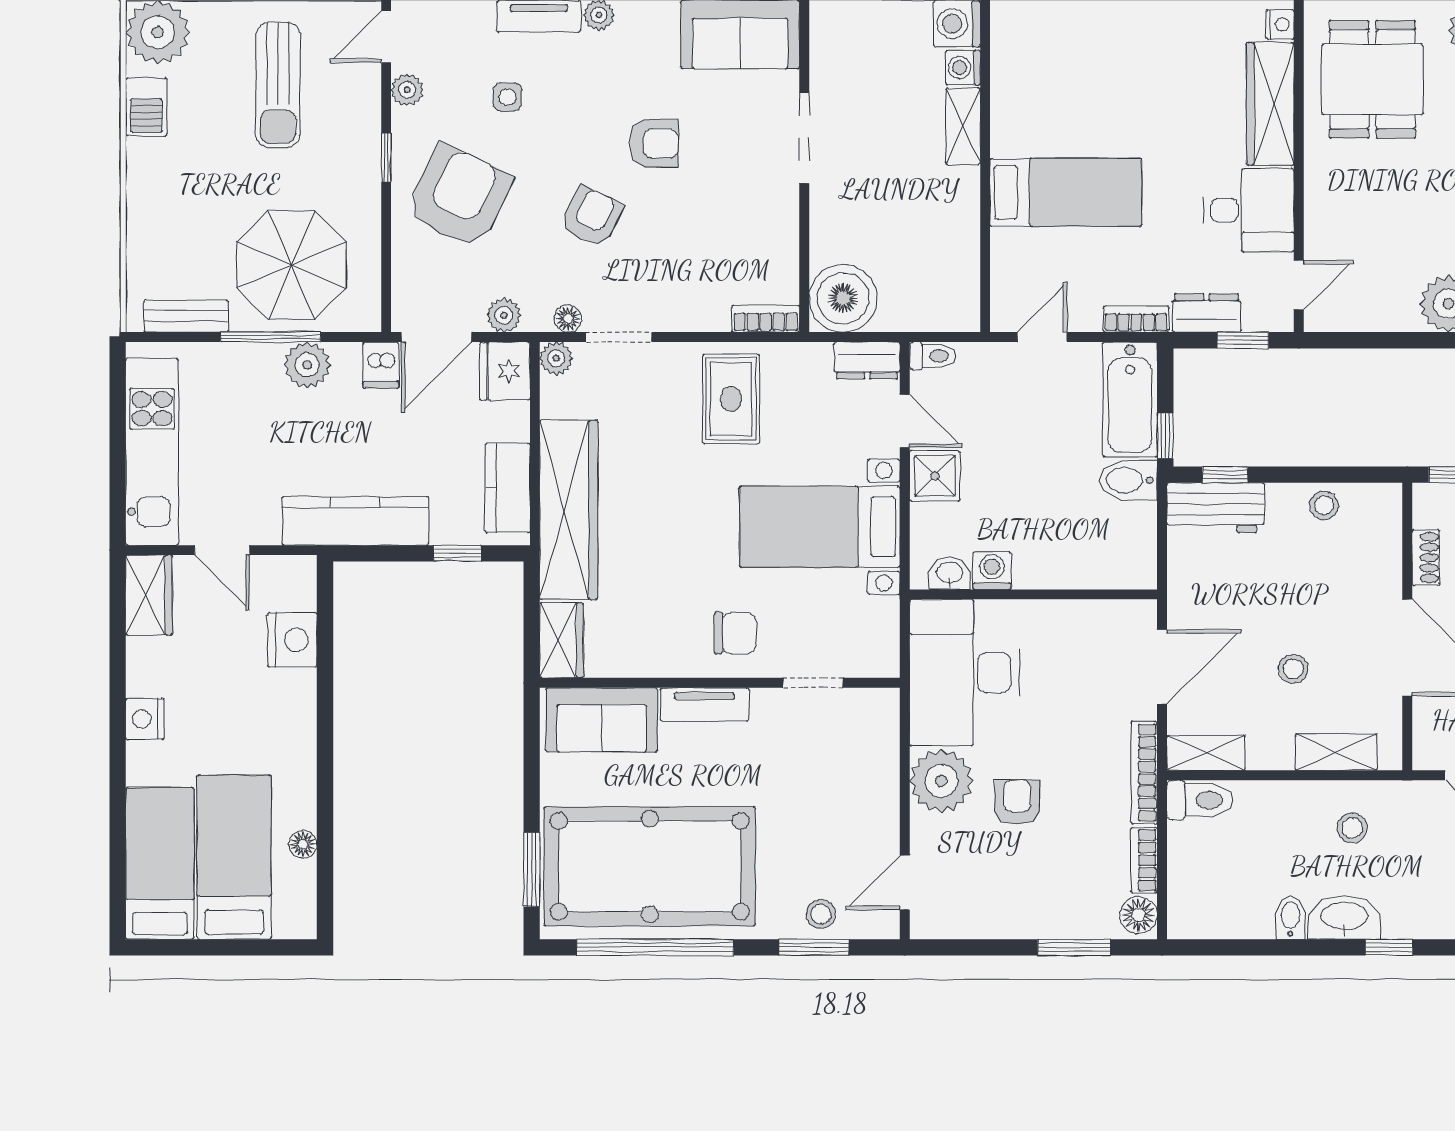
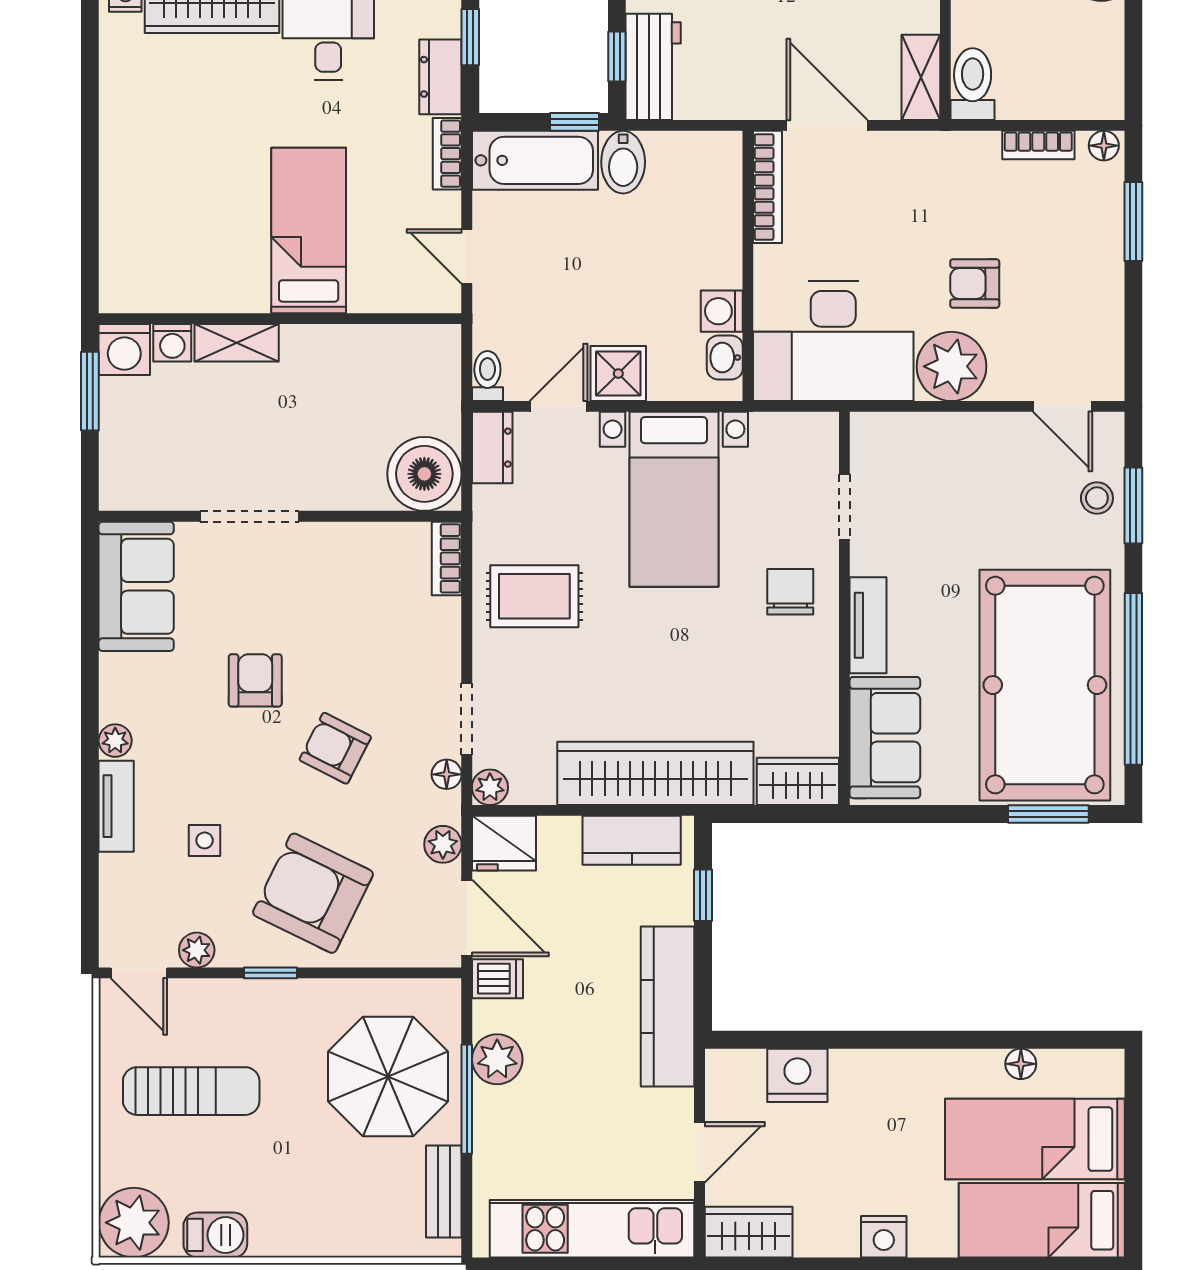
bookcase: (1144, 773) -> (767, 187), moved, turned -90
floor lamp: (1138, 915) -> (1104, 146), width x0.73, depth x0.73

